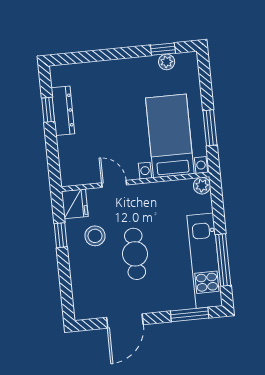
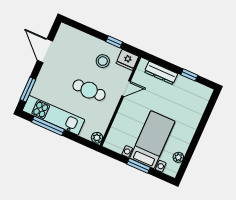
window: (163, 49) -> (187, 159), removed
dresser: (63, 111) -> (161, 73), moved
window: (210, 128) -> (138, 166), moved
bed with nightstands: (170, 136) -> (152, 140), moved, turned -90
cafe table: (135, 254) -> (89, 90), moved

